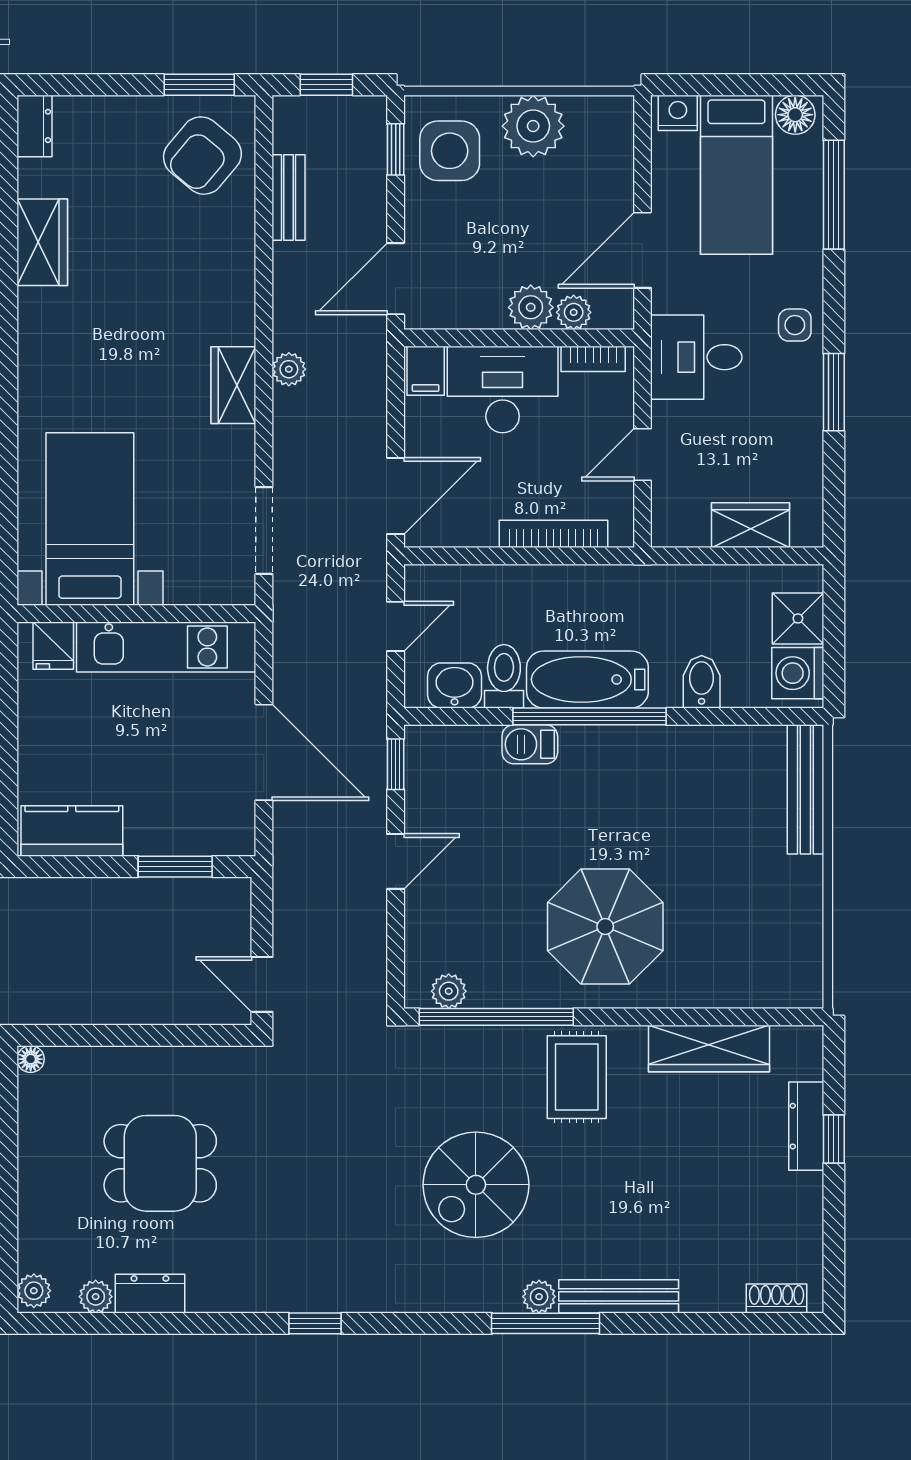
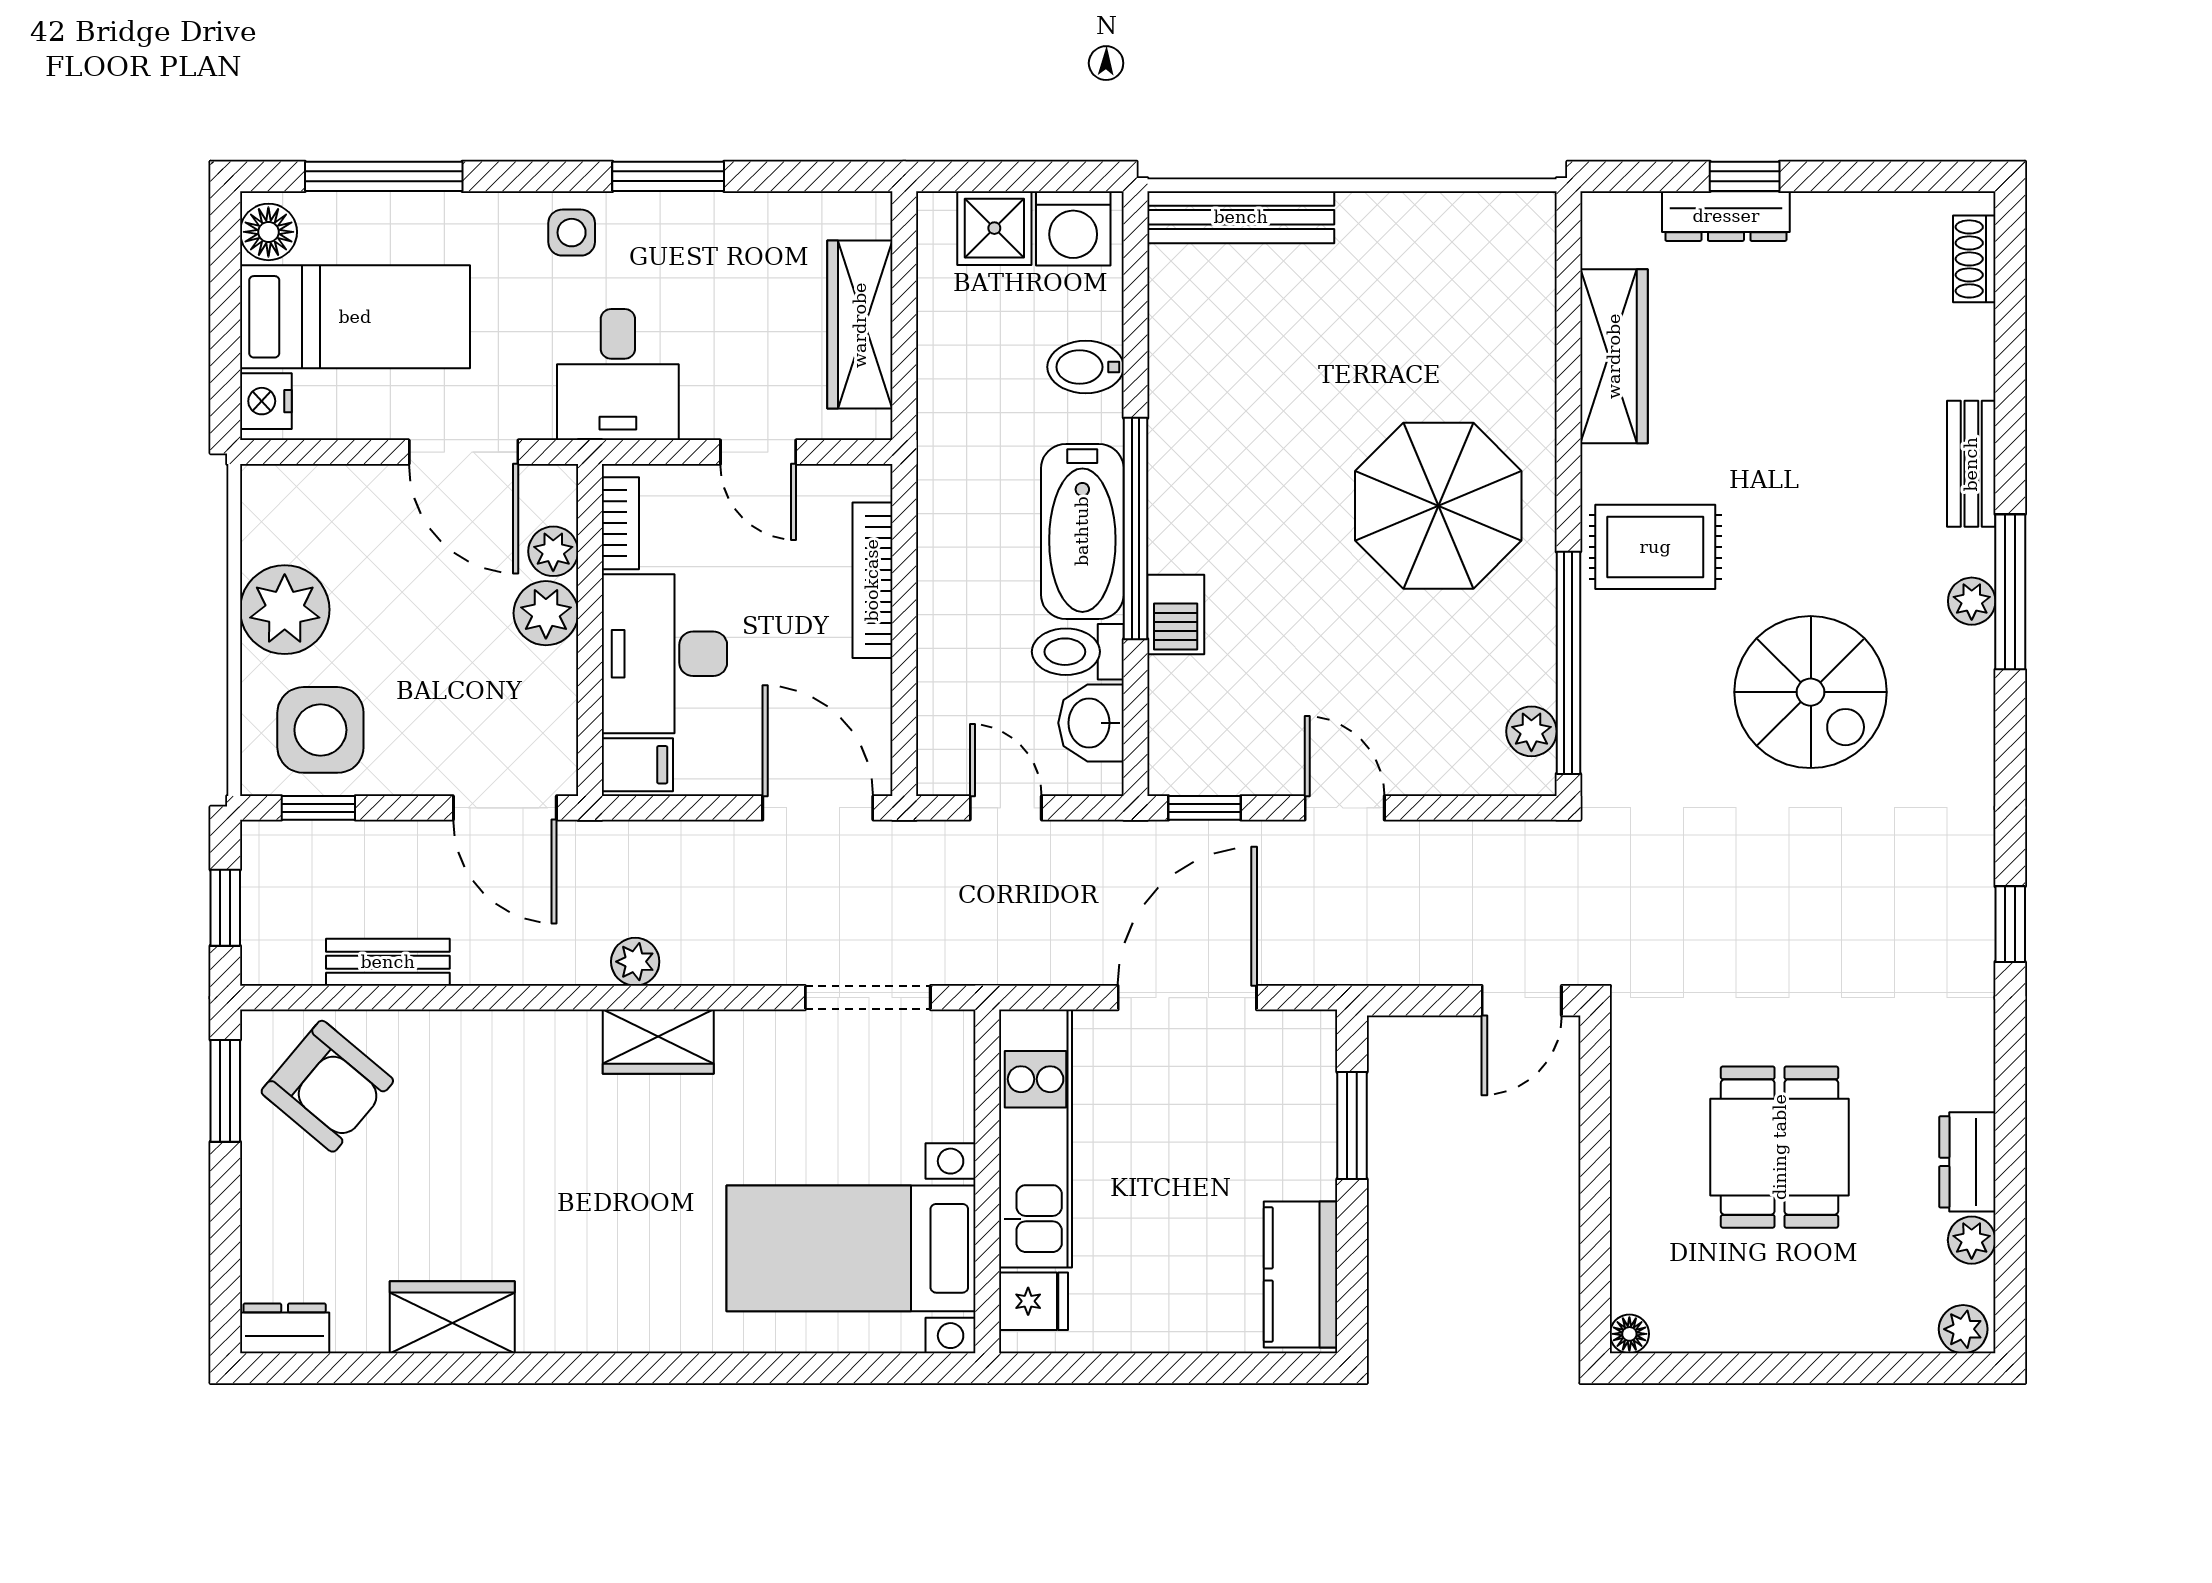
wardrobe: (750, 525) -> (860, 325), width x1.50
bench: (619, 1296) -> (1971, 464), width x0.73

